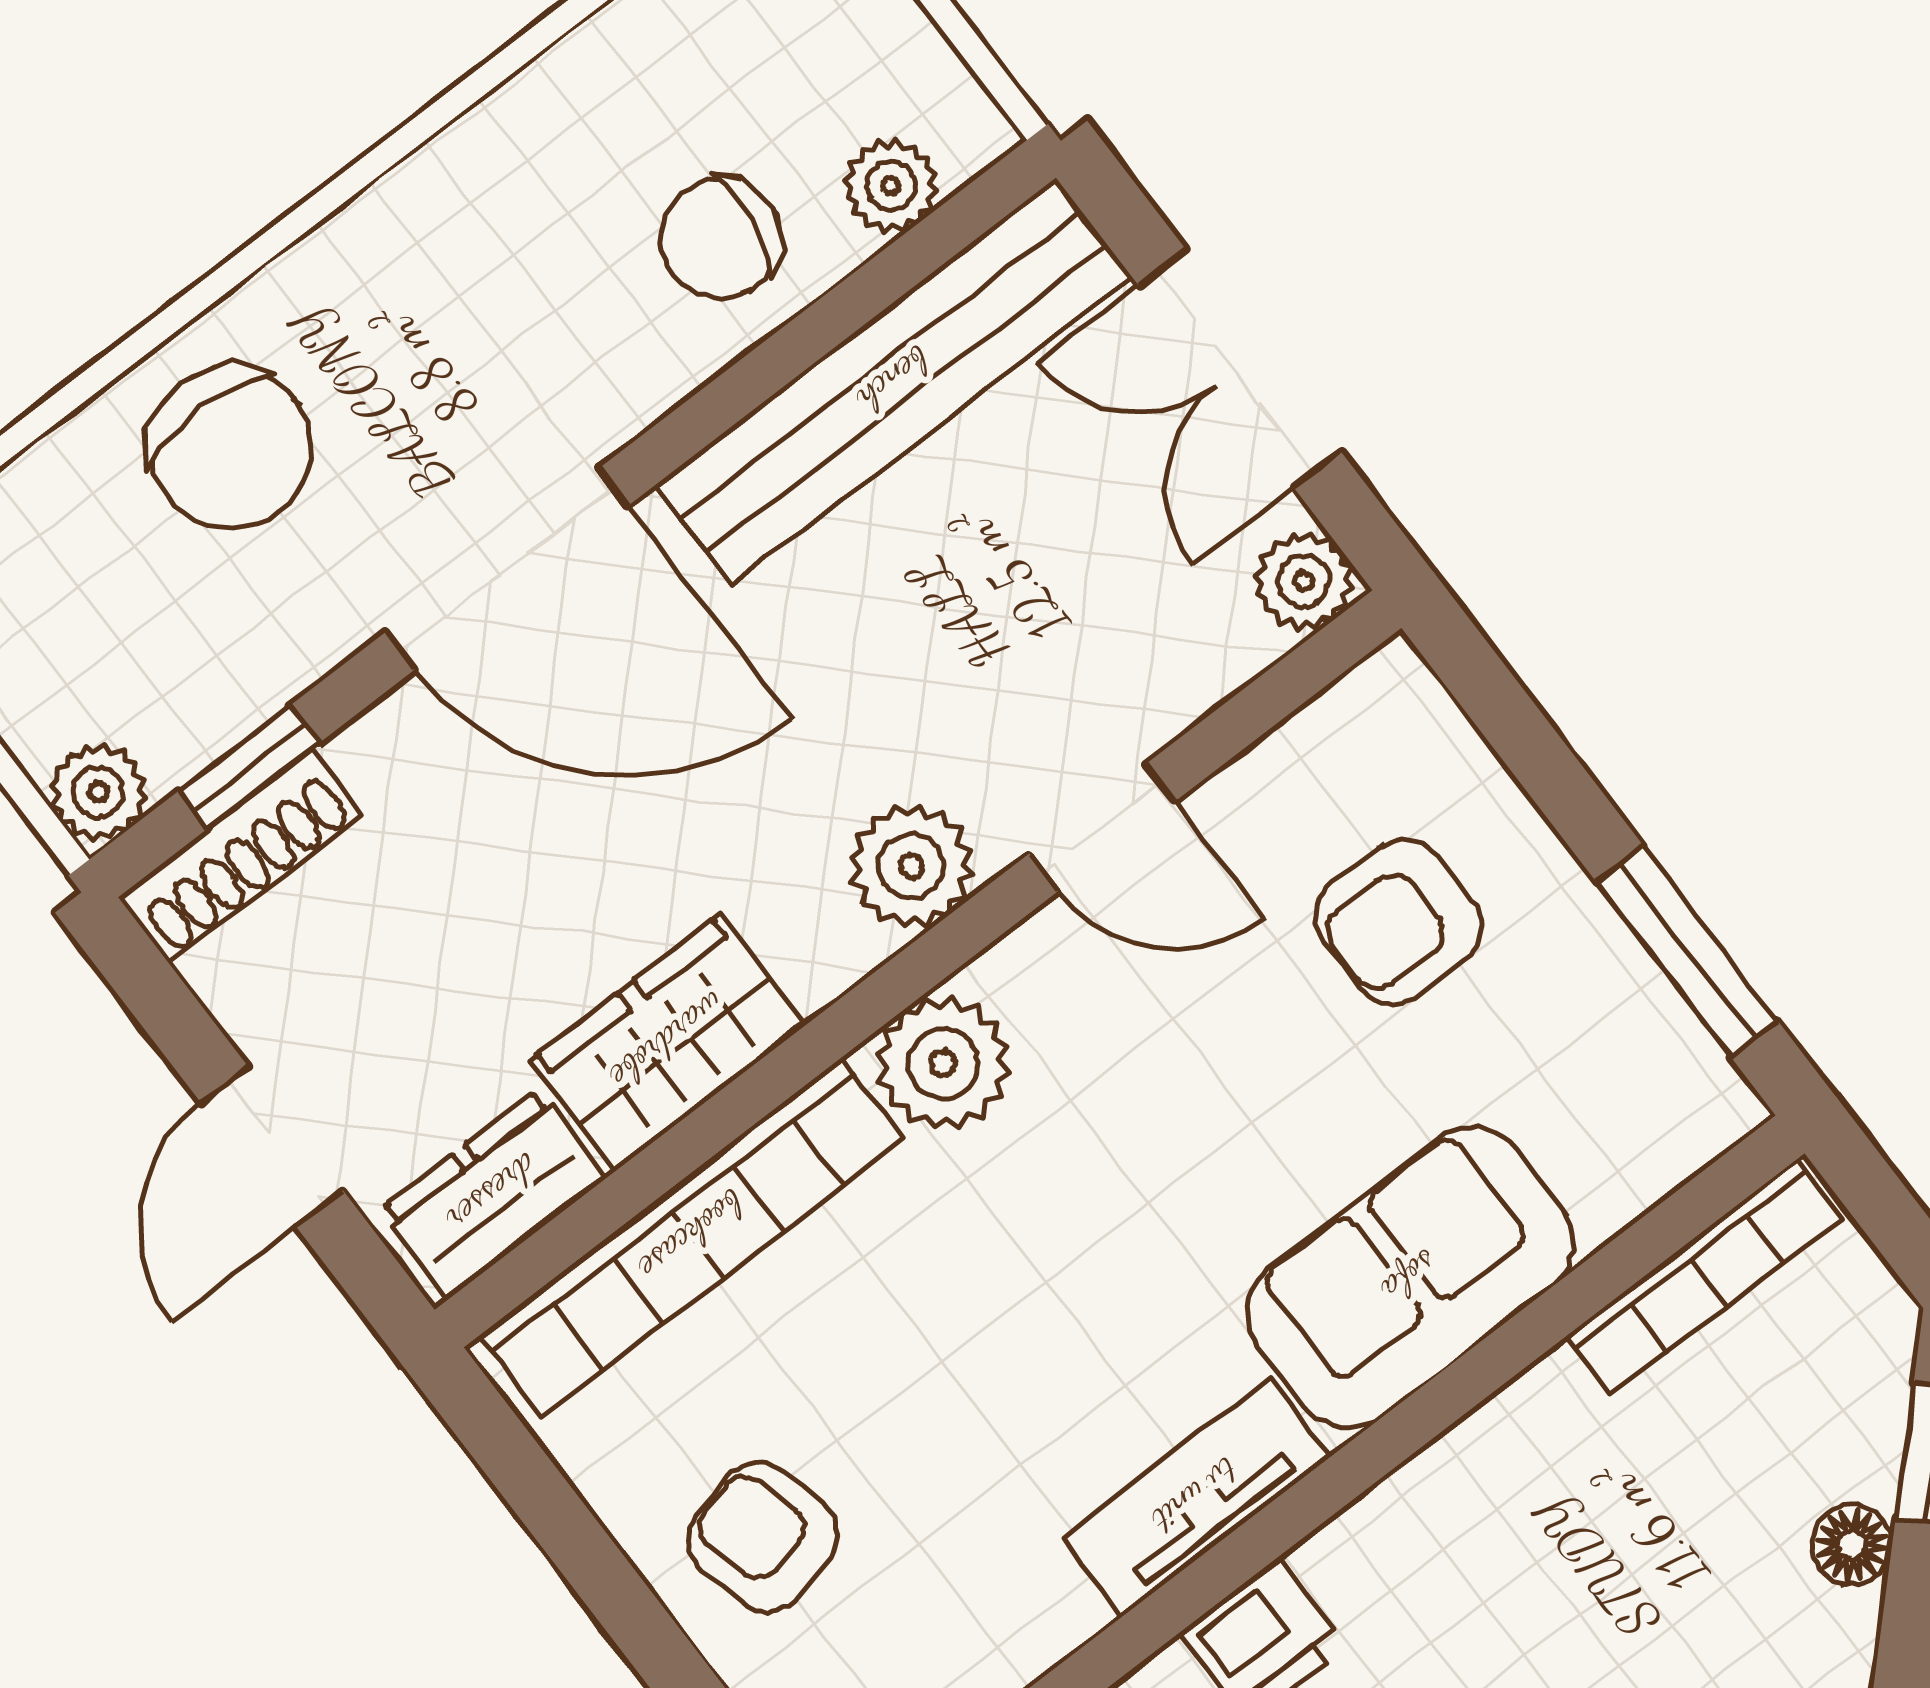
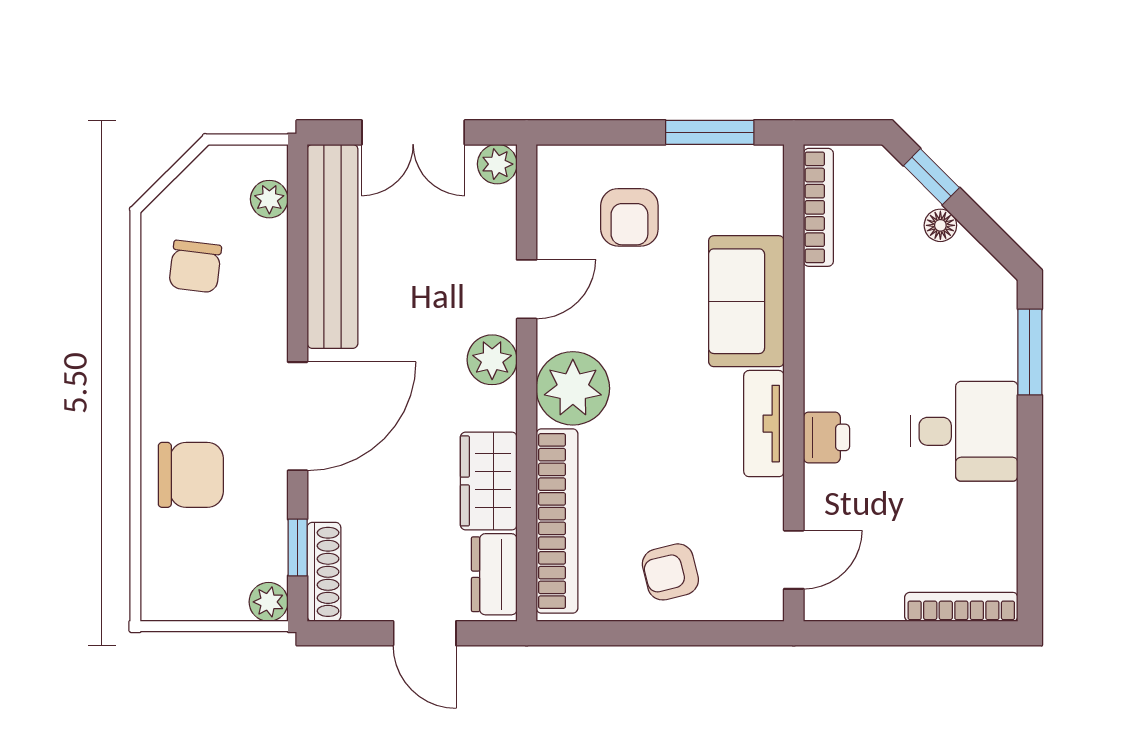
chair: (720, 238) -> (195, 267), moved
plant: (943, 1064) -> (573, 388), width x1.36, depth x1.36

